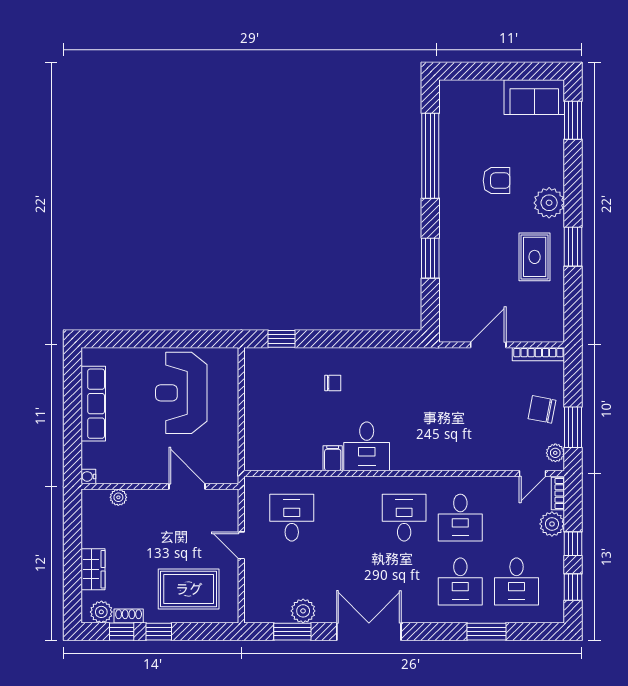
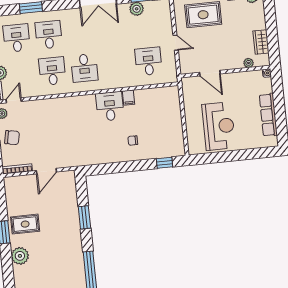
armchair: (496, 181) -> (51, 265), removed
rug: (535, 257) -> (25, 224), turned 90
desk: (292, 518) -> (148, 61), turned 180
wardrobe: (93, 569) -> (261, 42), moved

